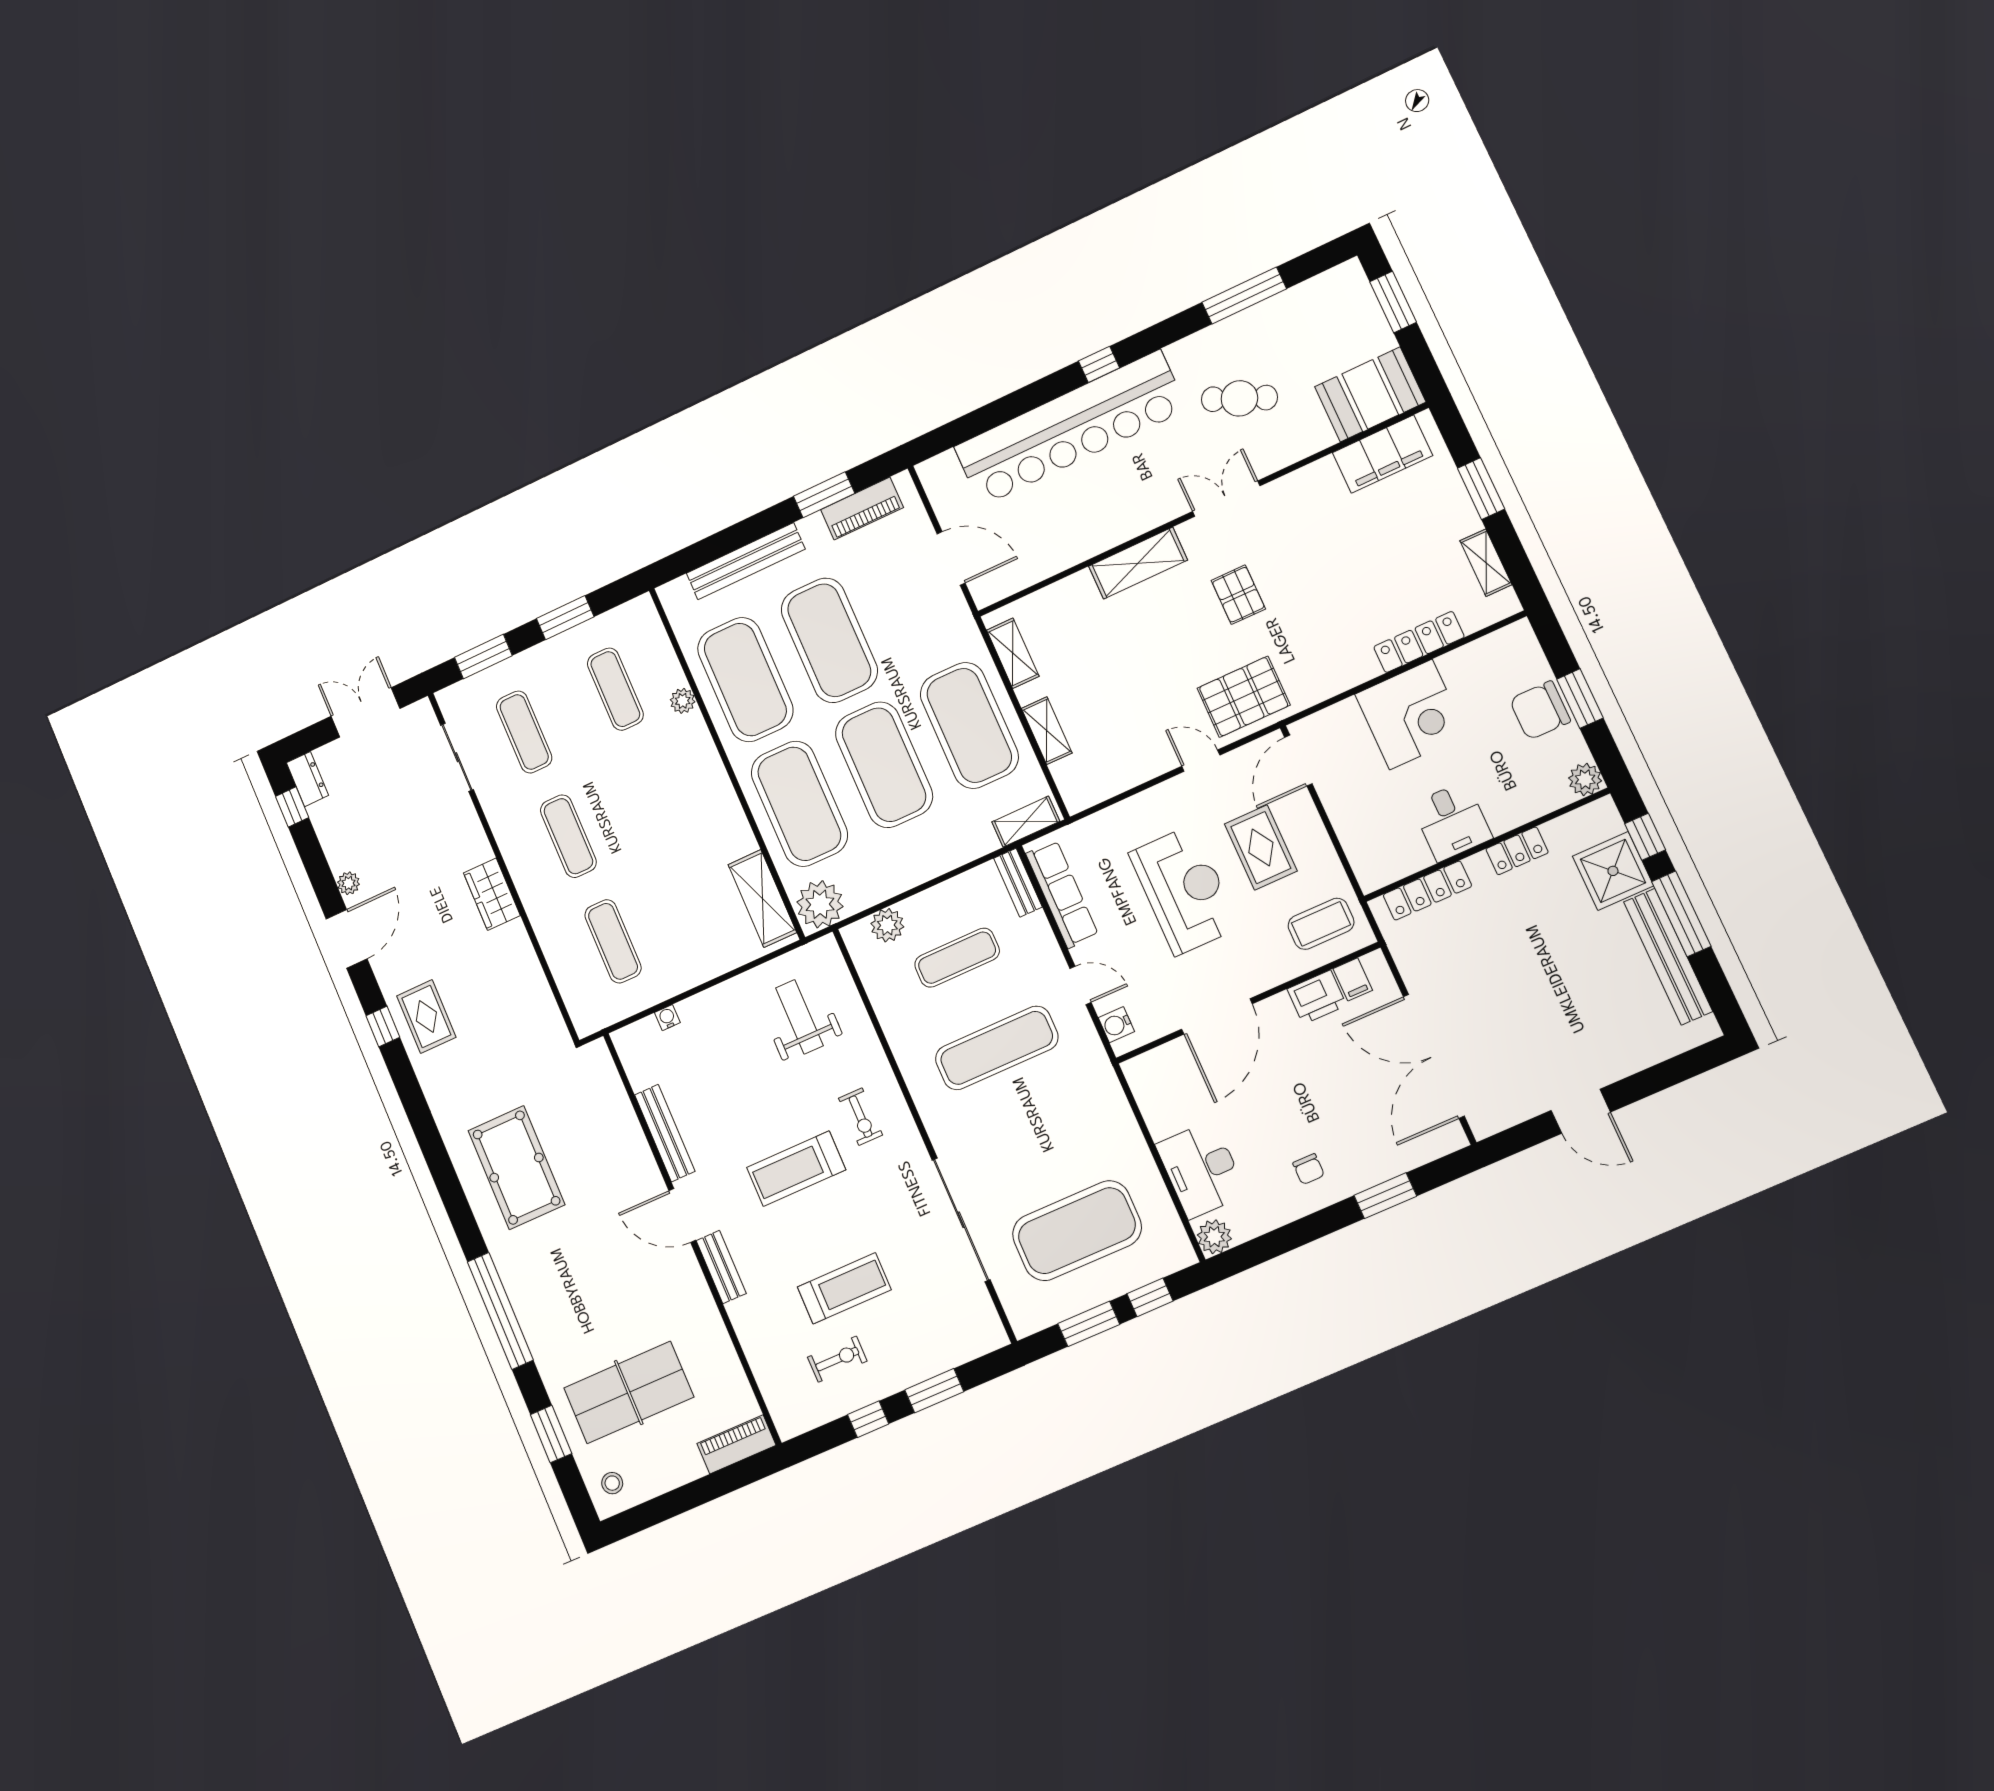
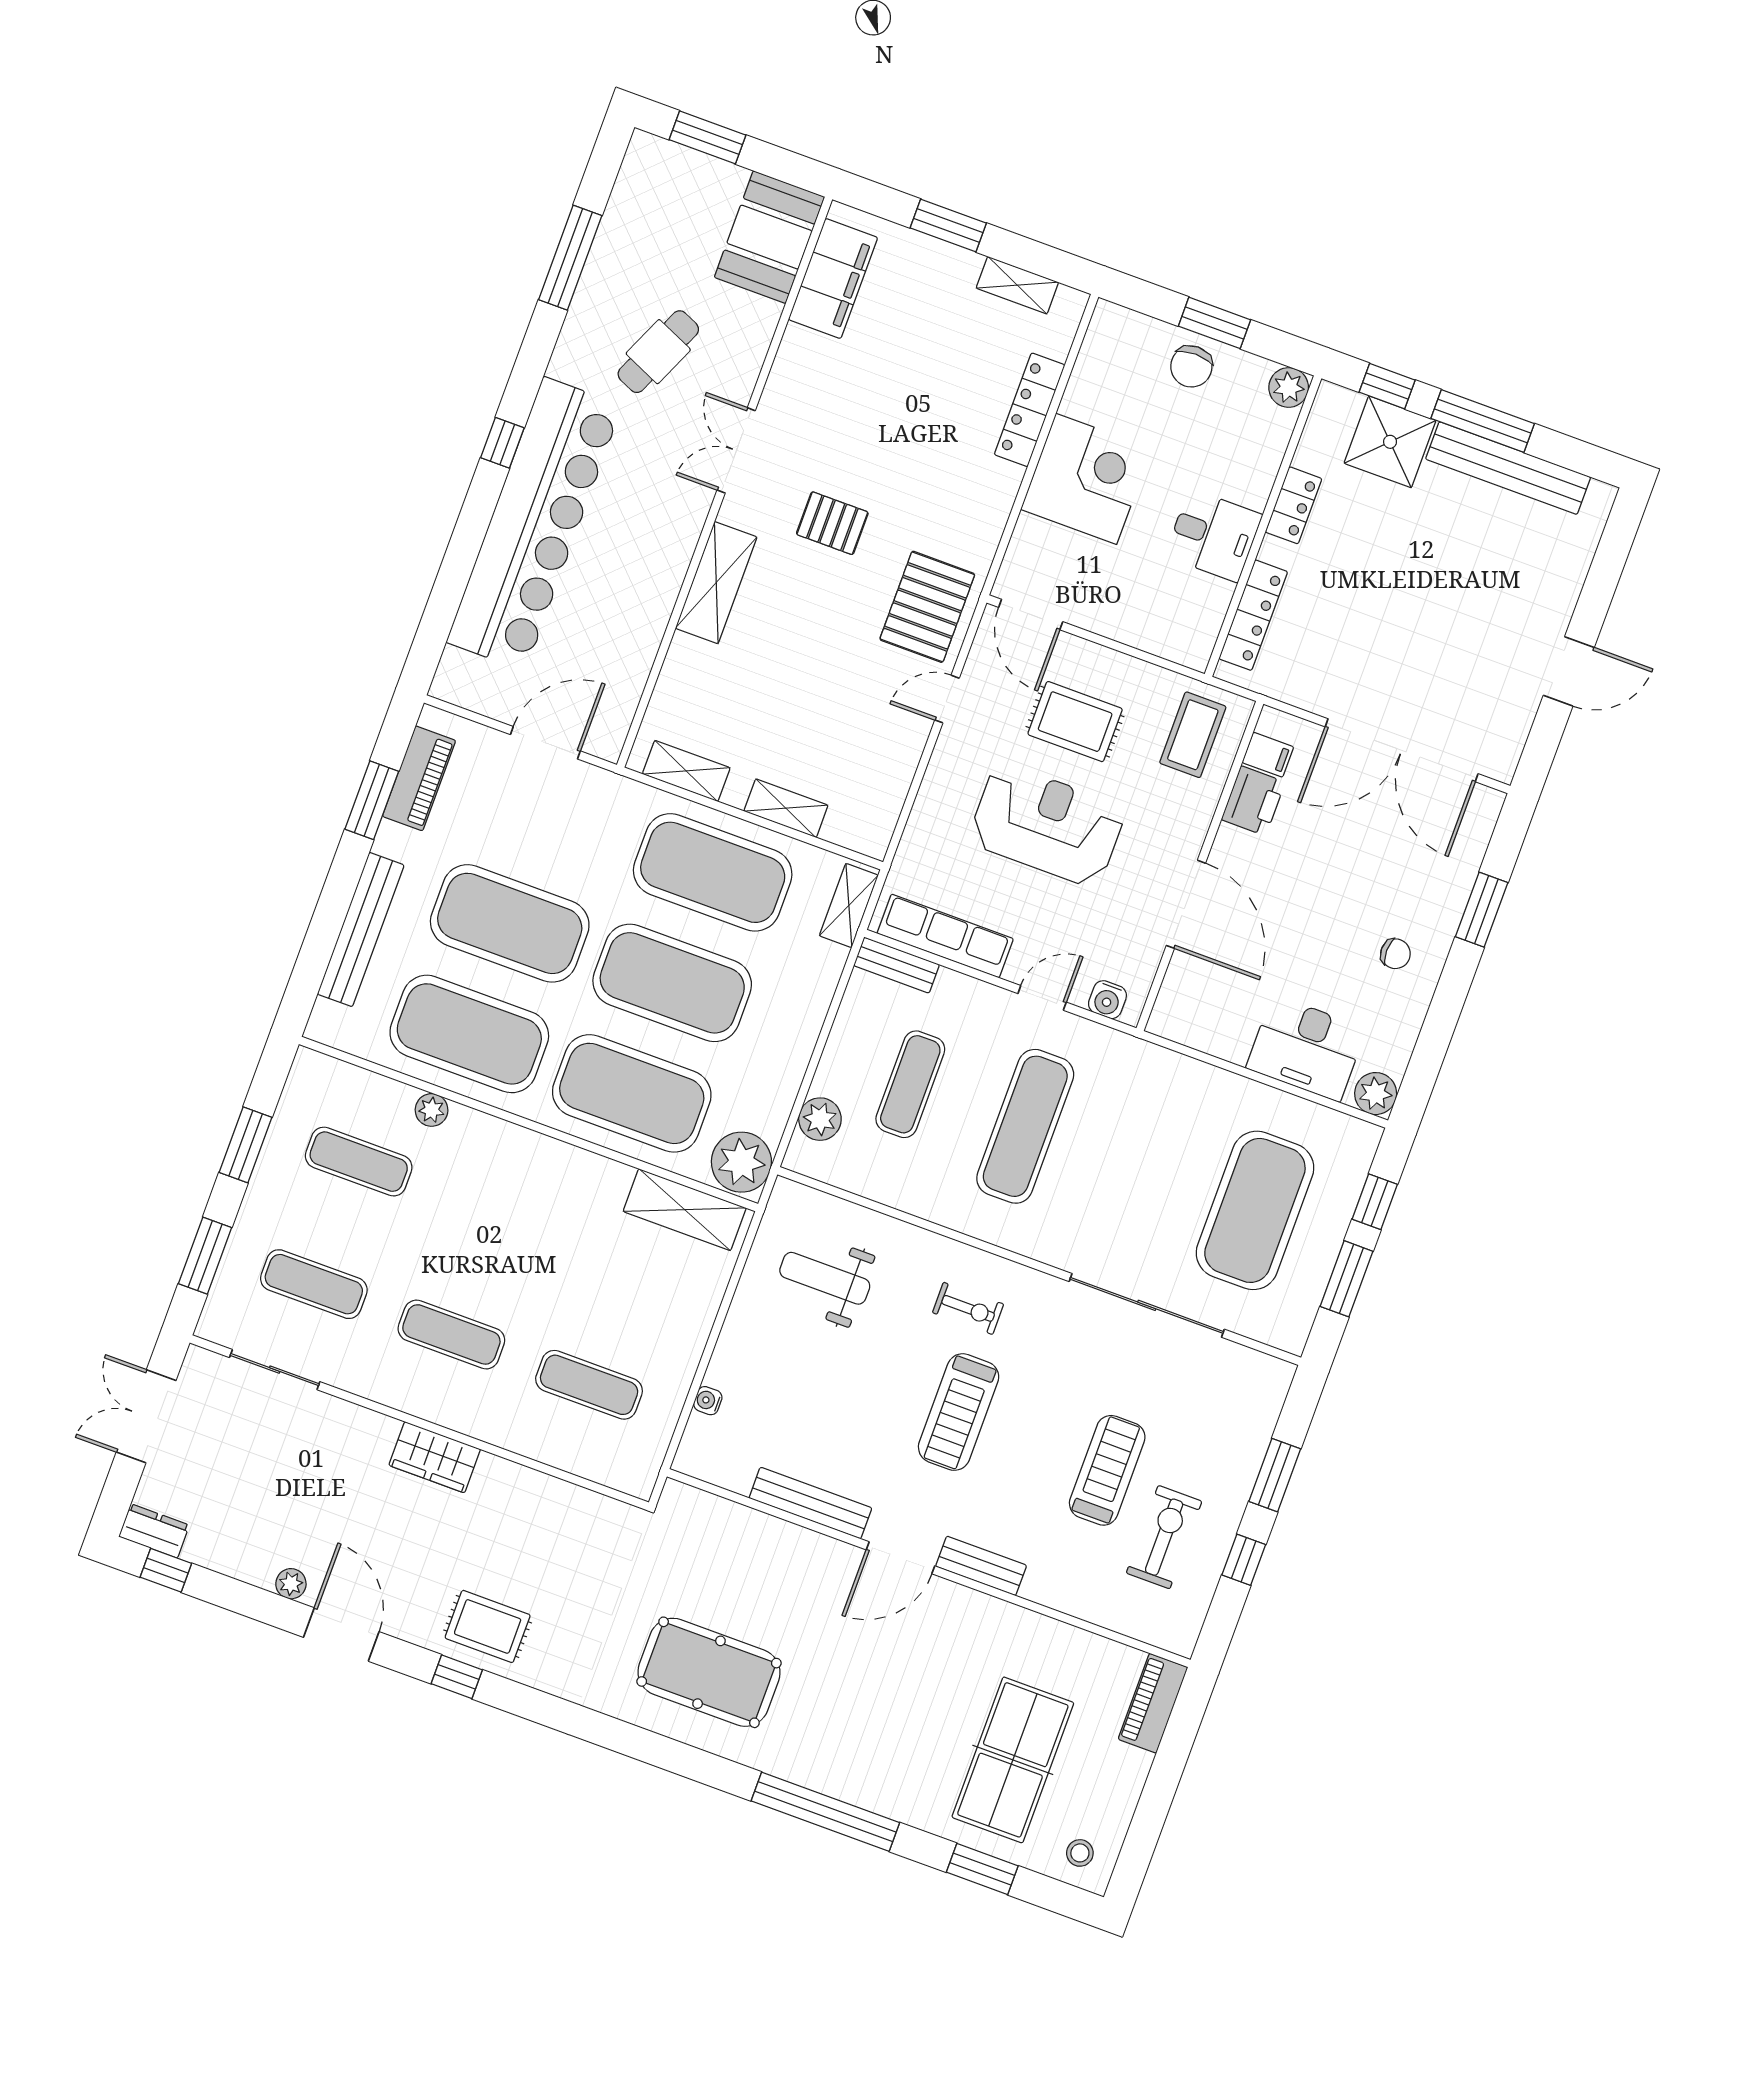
chair: (1540, 710) -> (1191, 366), width x0.73, depth x0.73
exercise bike: (837, 1359) -> (1164, 1537), width x1.38, depth x1.39

